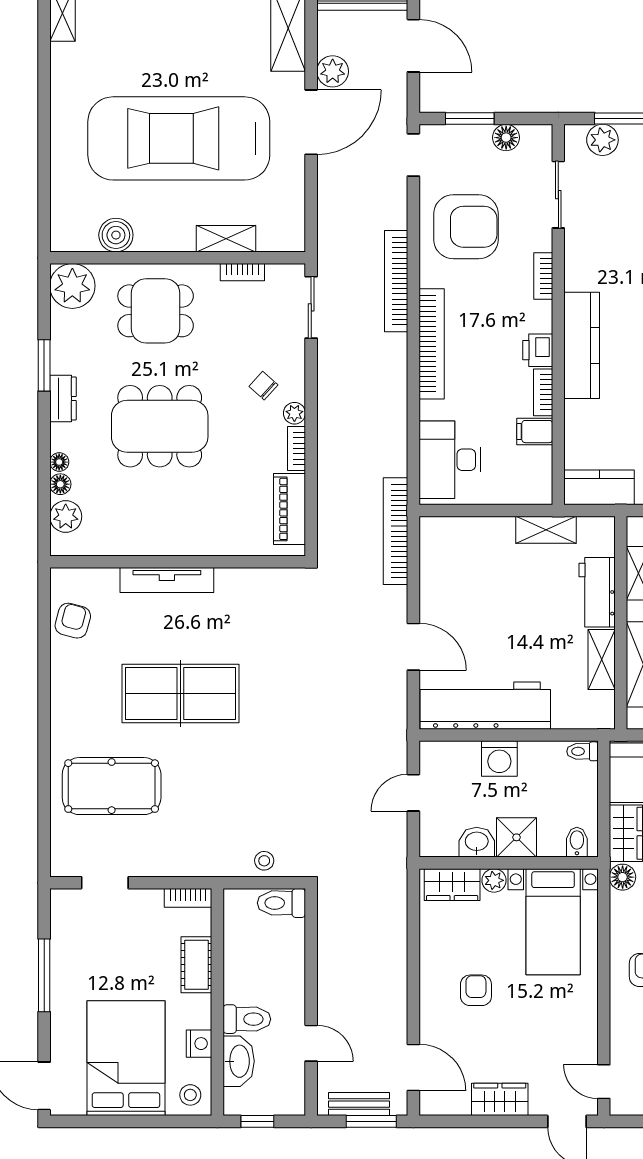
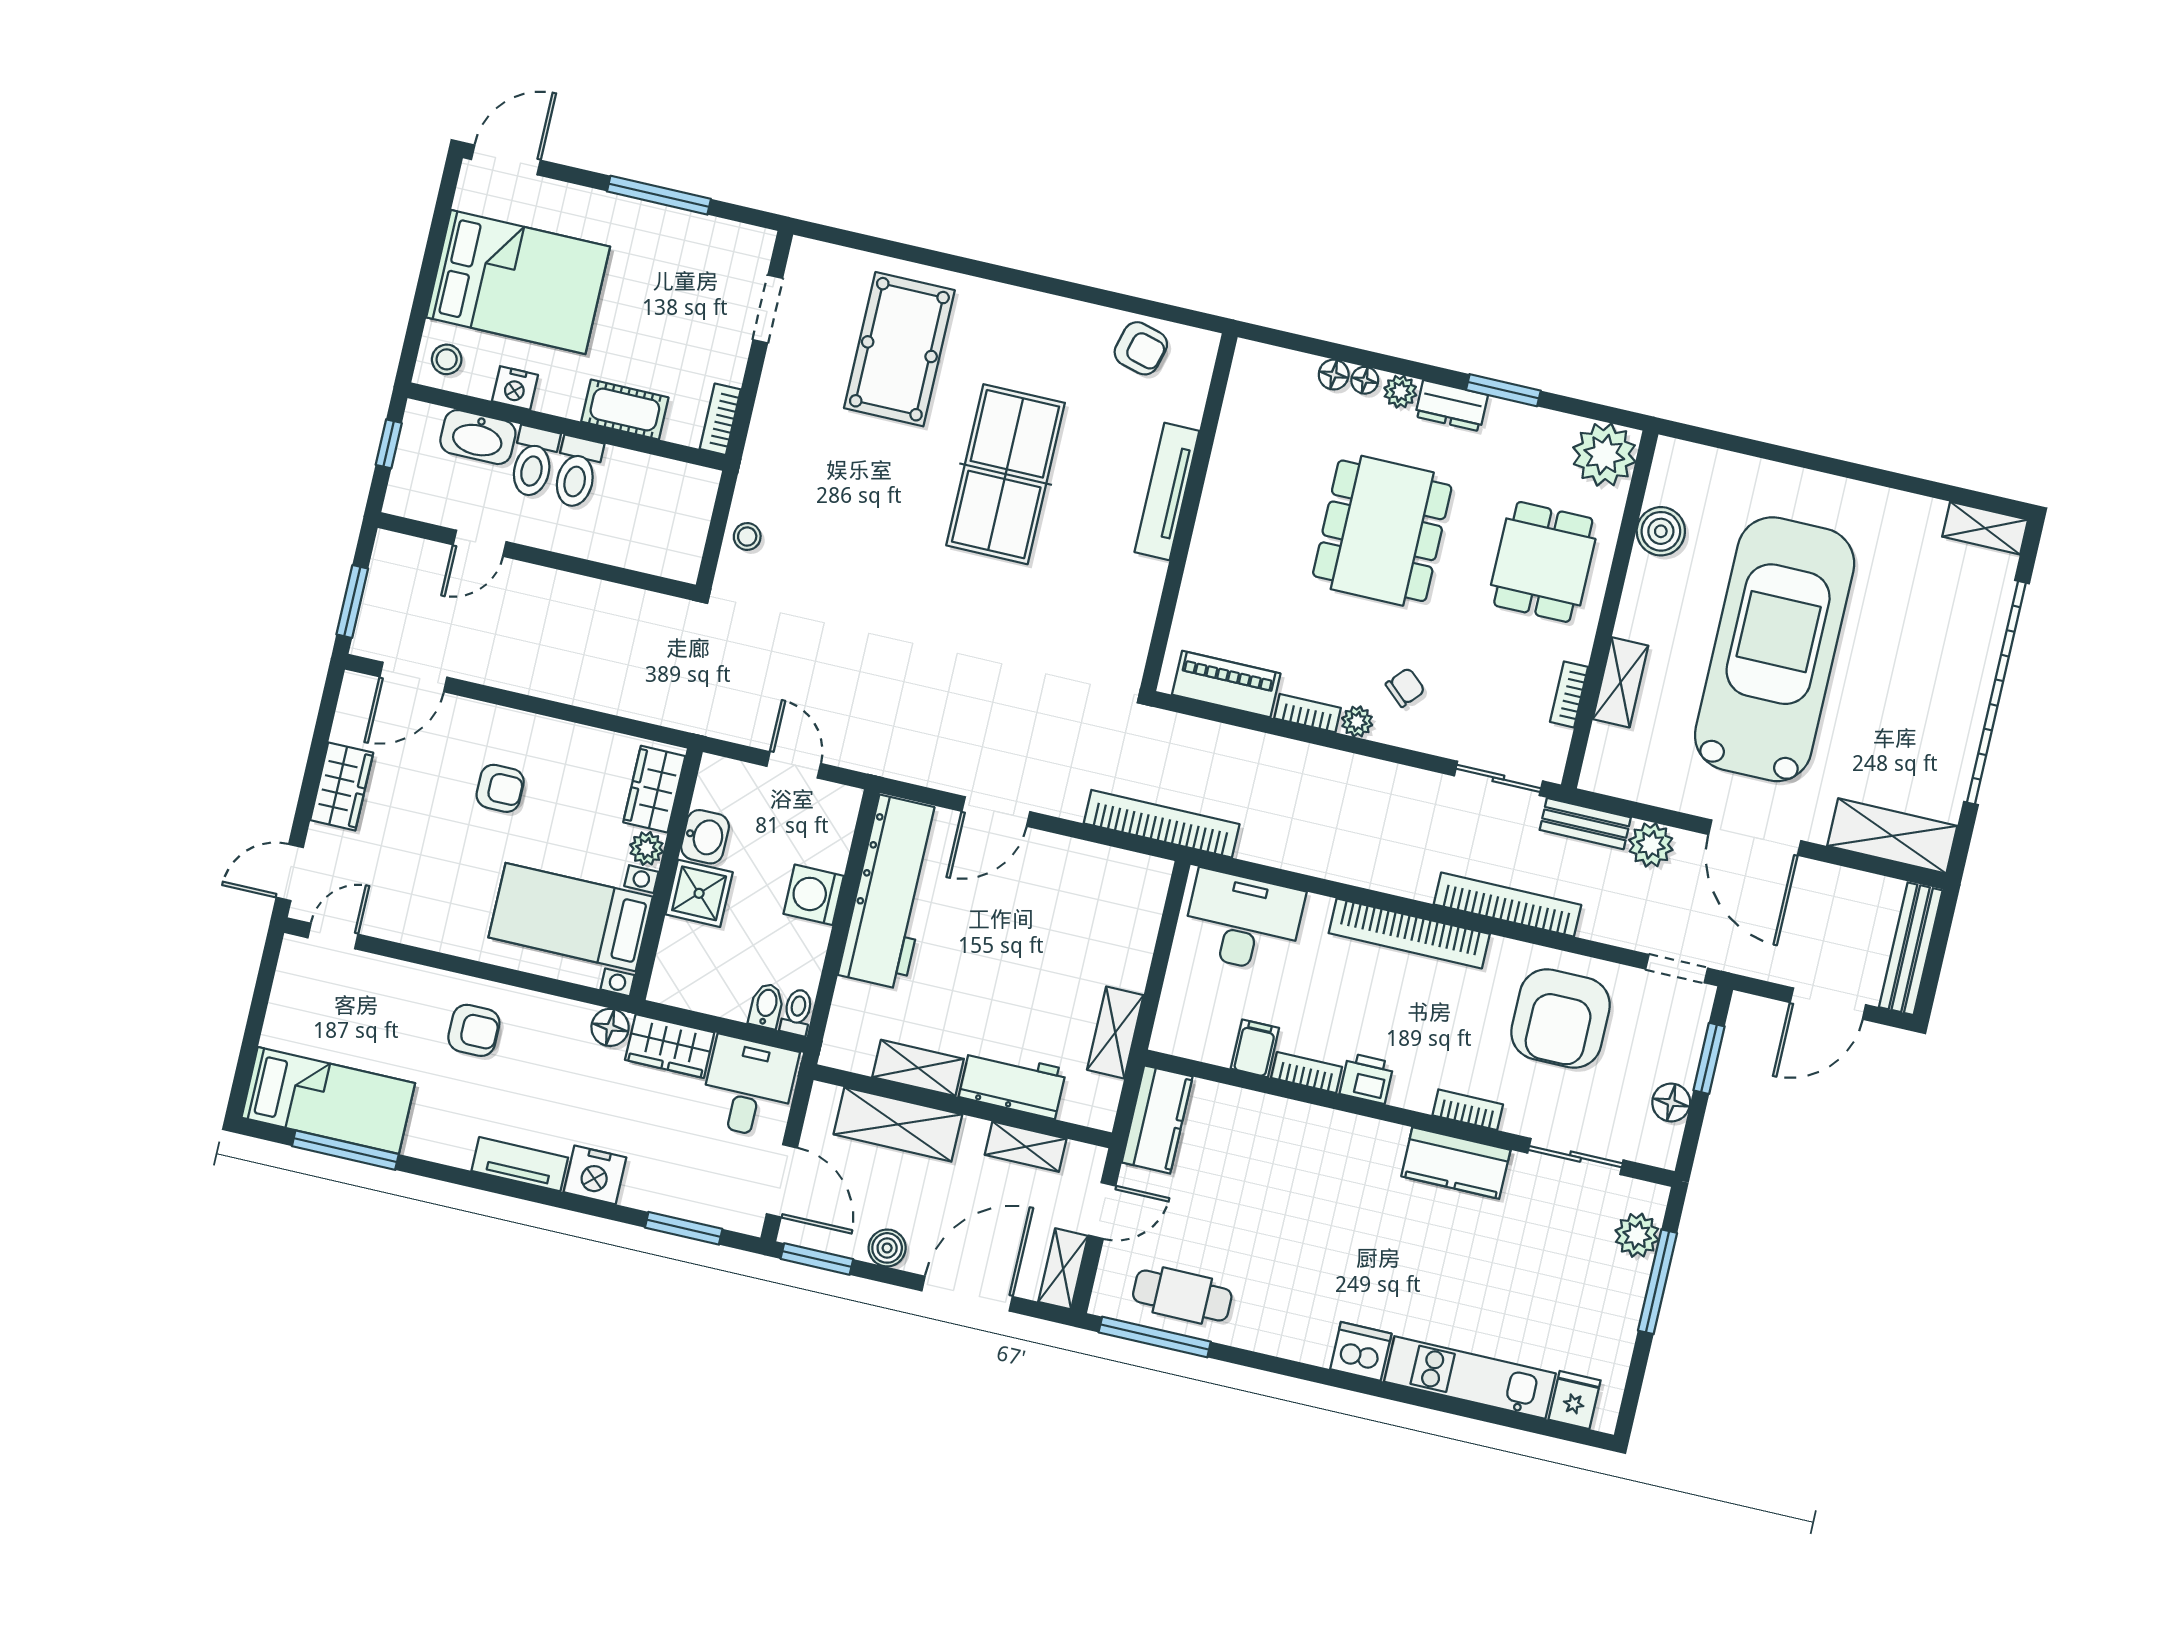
plant: (333, 71) -> (1651, 845), moved
kitchen counter: (582, 345) -> (1456, 1163), moved, width x0.67
plant: (66, 517) -> (1400, 392), moved, width x0.73, depth x0.73
bidet: (577, 842) -> (766, 1006), moved, turned -90
toilet: (281, 903) -> (577, 472), moved, turned 180
bench: (359, 1104) -> (1585, 824), moved, turned 90

